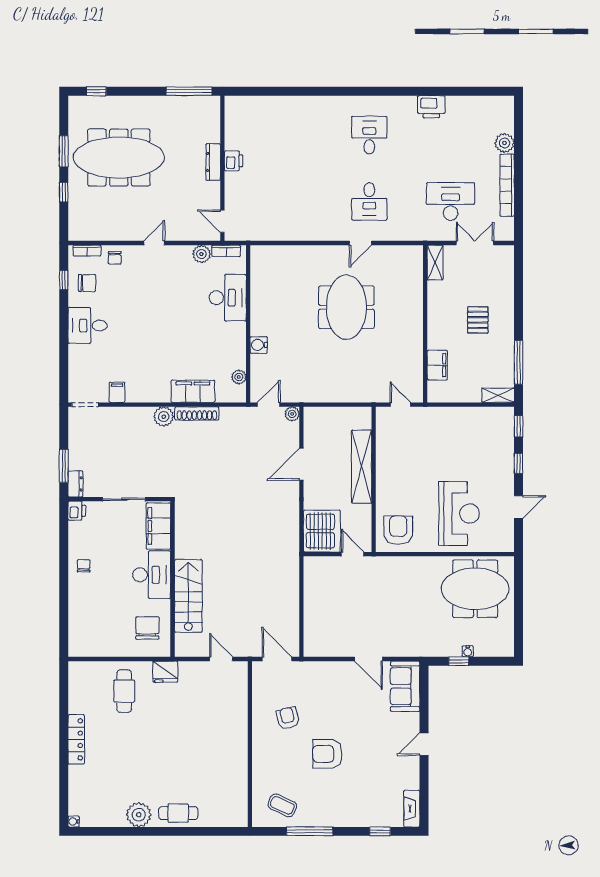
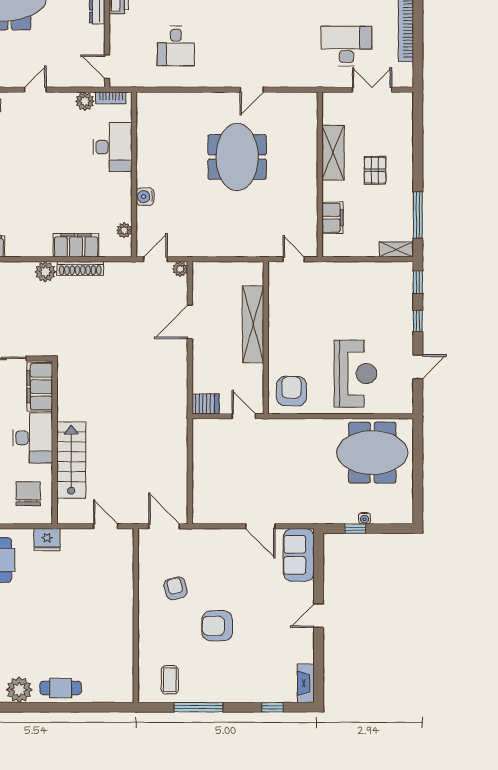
desk: (369, 201) -> (176, 46), moved
shelving: (435, 263) -> (333, 153), moved, width x1.50, depth x1.33
server rack: (322, 531) -> (205, 404), width x0.46, depth x0.70
coffee table: (282, 805) -> (170, 680), turned 65

